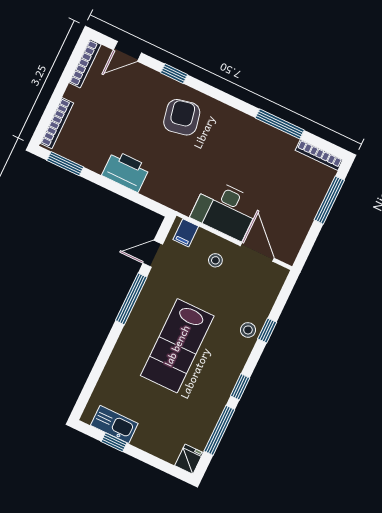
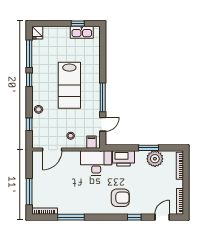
armchair: (182, 117) -> (120, 198), turned -78
plant: (93, 155) -> (155, 159), added
window: (65, 164) -> (148, 148), moved
printer: (126, 171) -> (123, 158), moved
desk: (225, 209) -> (96, 163), moved
door: (257, 252) -> (52, 150), hinge flipped
window: (267, 330) -> (29, 124), moved
lab bench: (177, 346) -> (69, 85), turned 180

